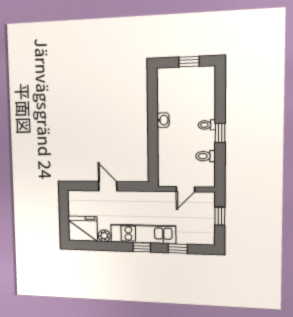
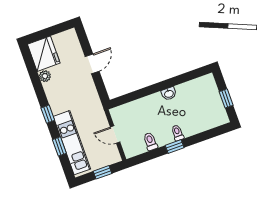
kitchen unit: (143, 234) -> (72, 143), moved

